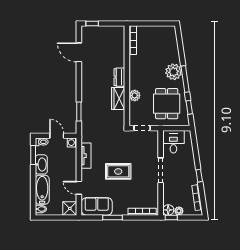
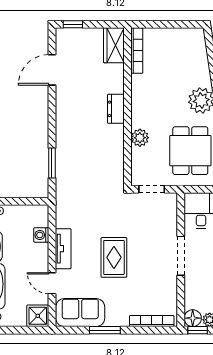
door: (79, 52) -> (52, 70), hinge flipped
wardrobe: (118, 98) -> (114, 45), moved
door: (57, 136) -> (17, 201), removed
washing machine: (72, 143) -> (41, 235), moved
tv unit: (86, 156) -> (63, 249), moved
rug: (118, 171) -> (114, 257), turned 90

